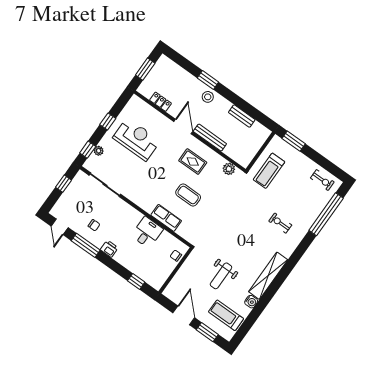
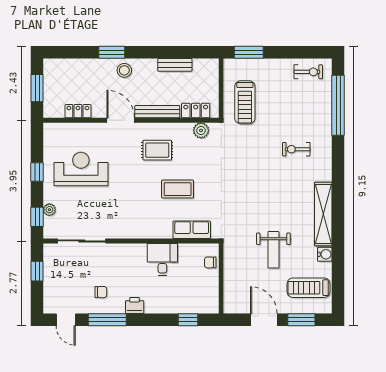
locker: (235, 154) -> (196, 110), added
row of seats: (166, 218) -> (192, 230), moved

